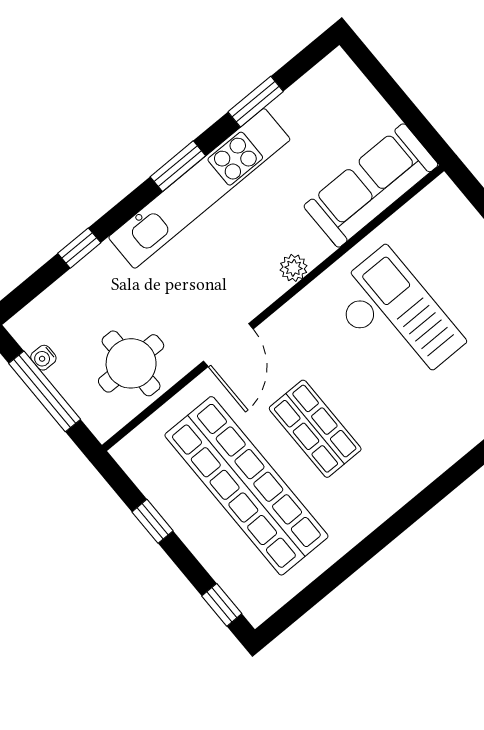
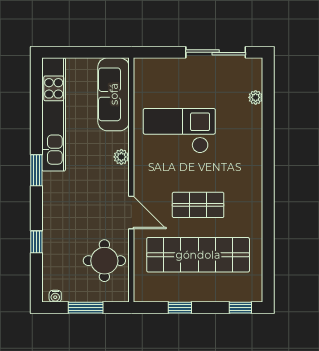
window: (256, 102) -> (36, 114), removed
kitchen unit: (199, 188) -> (54, 114), moved
water cooler: (43, 358) -> (55, 296), moved
window: (45, 391) -> (86, 308), width x0.69

